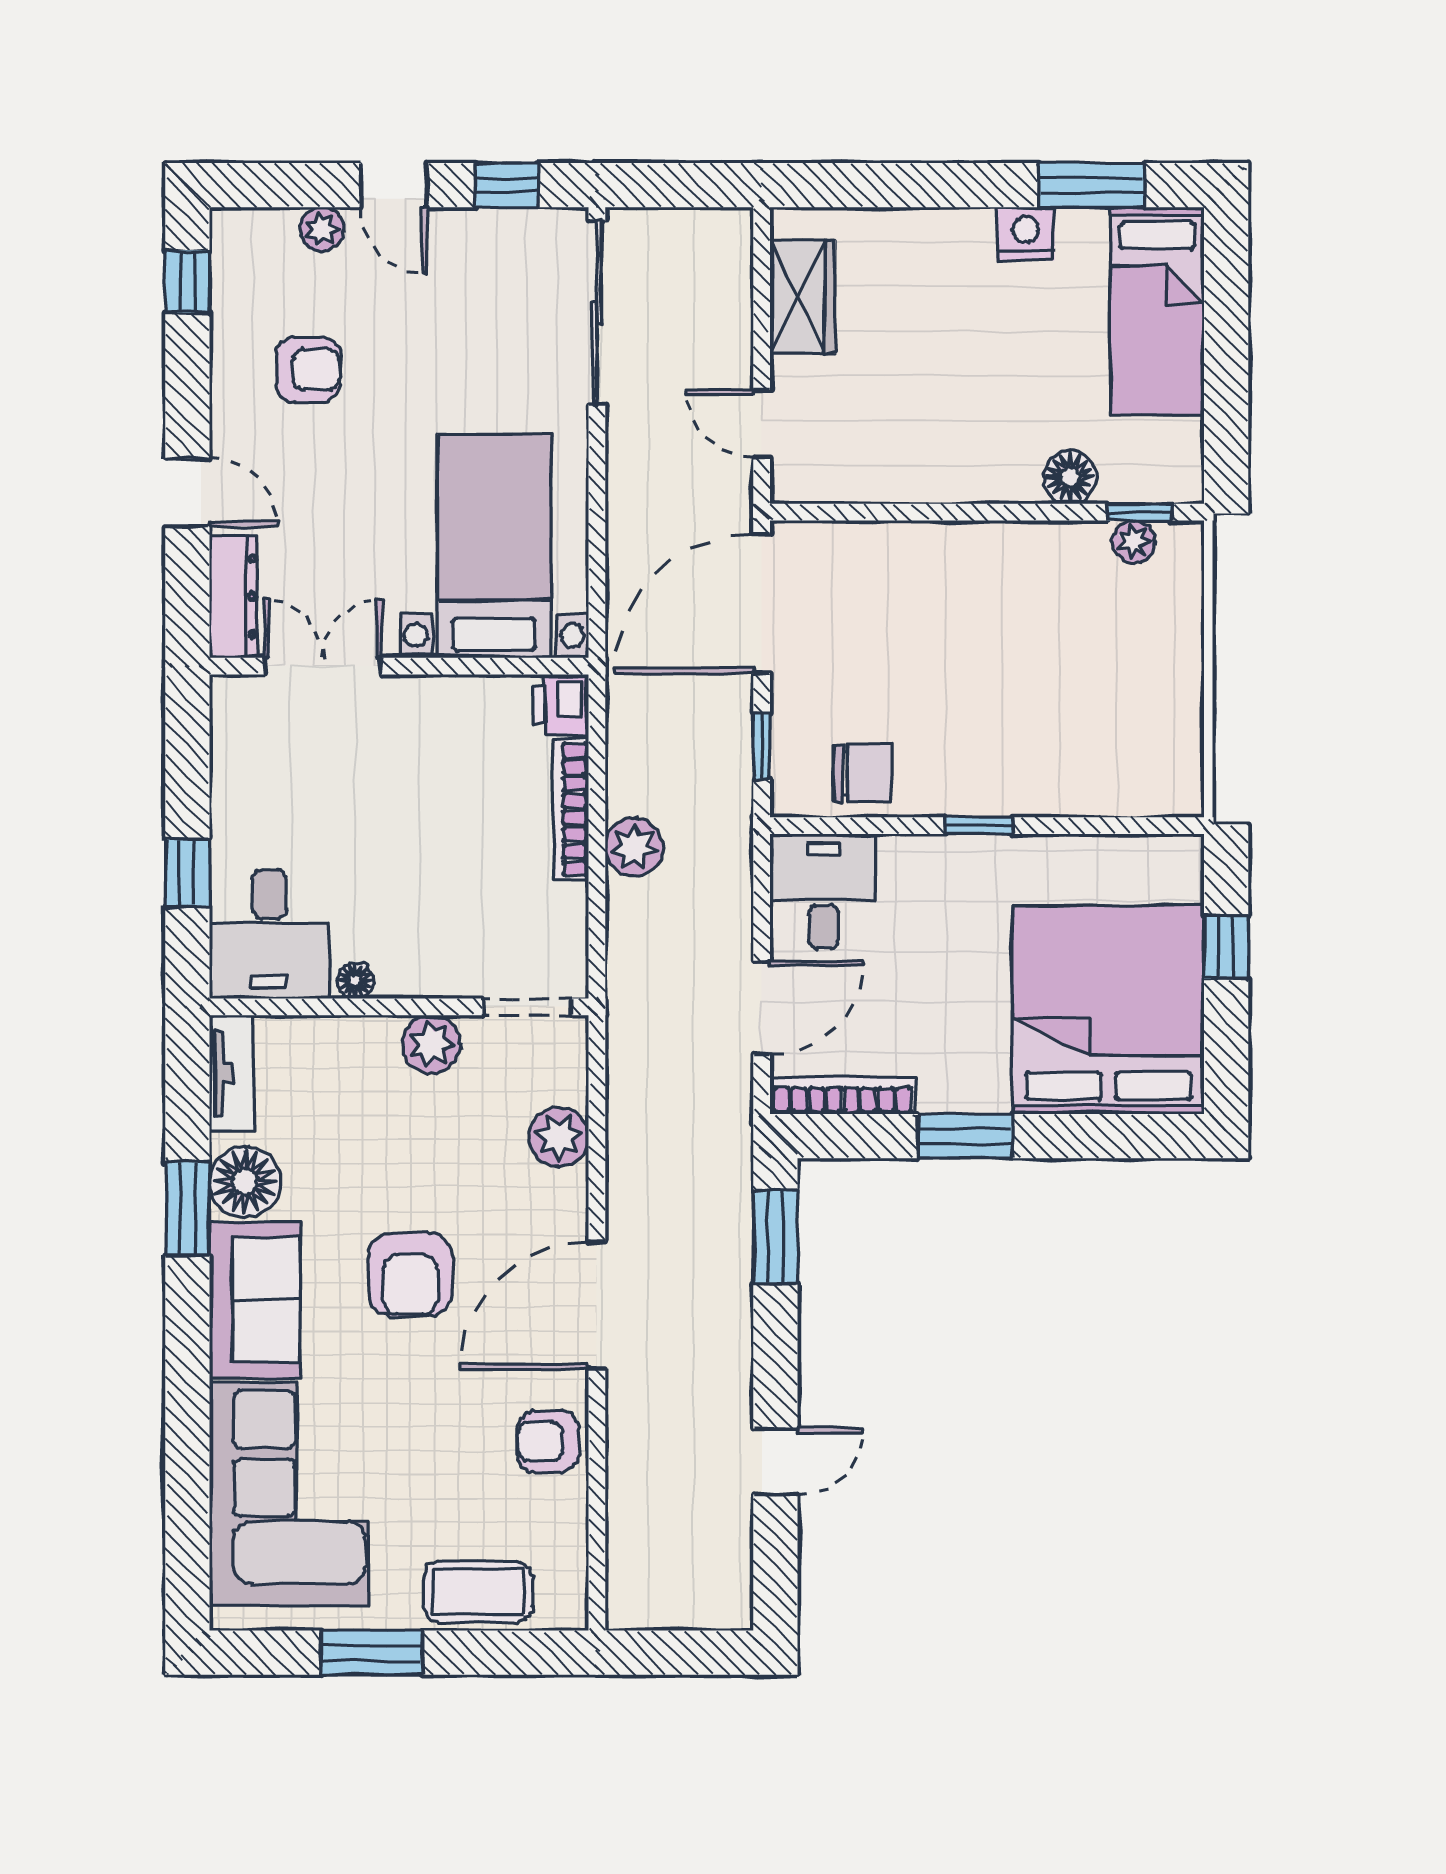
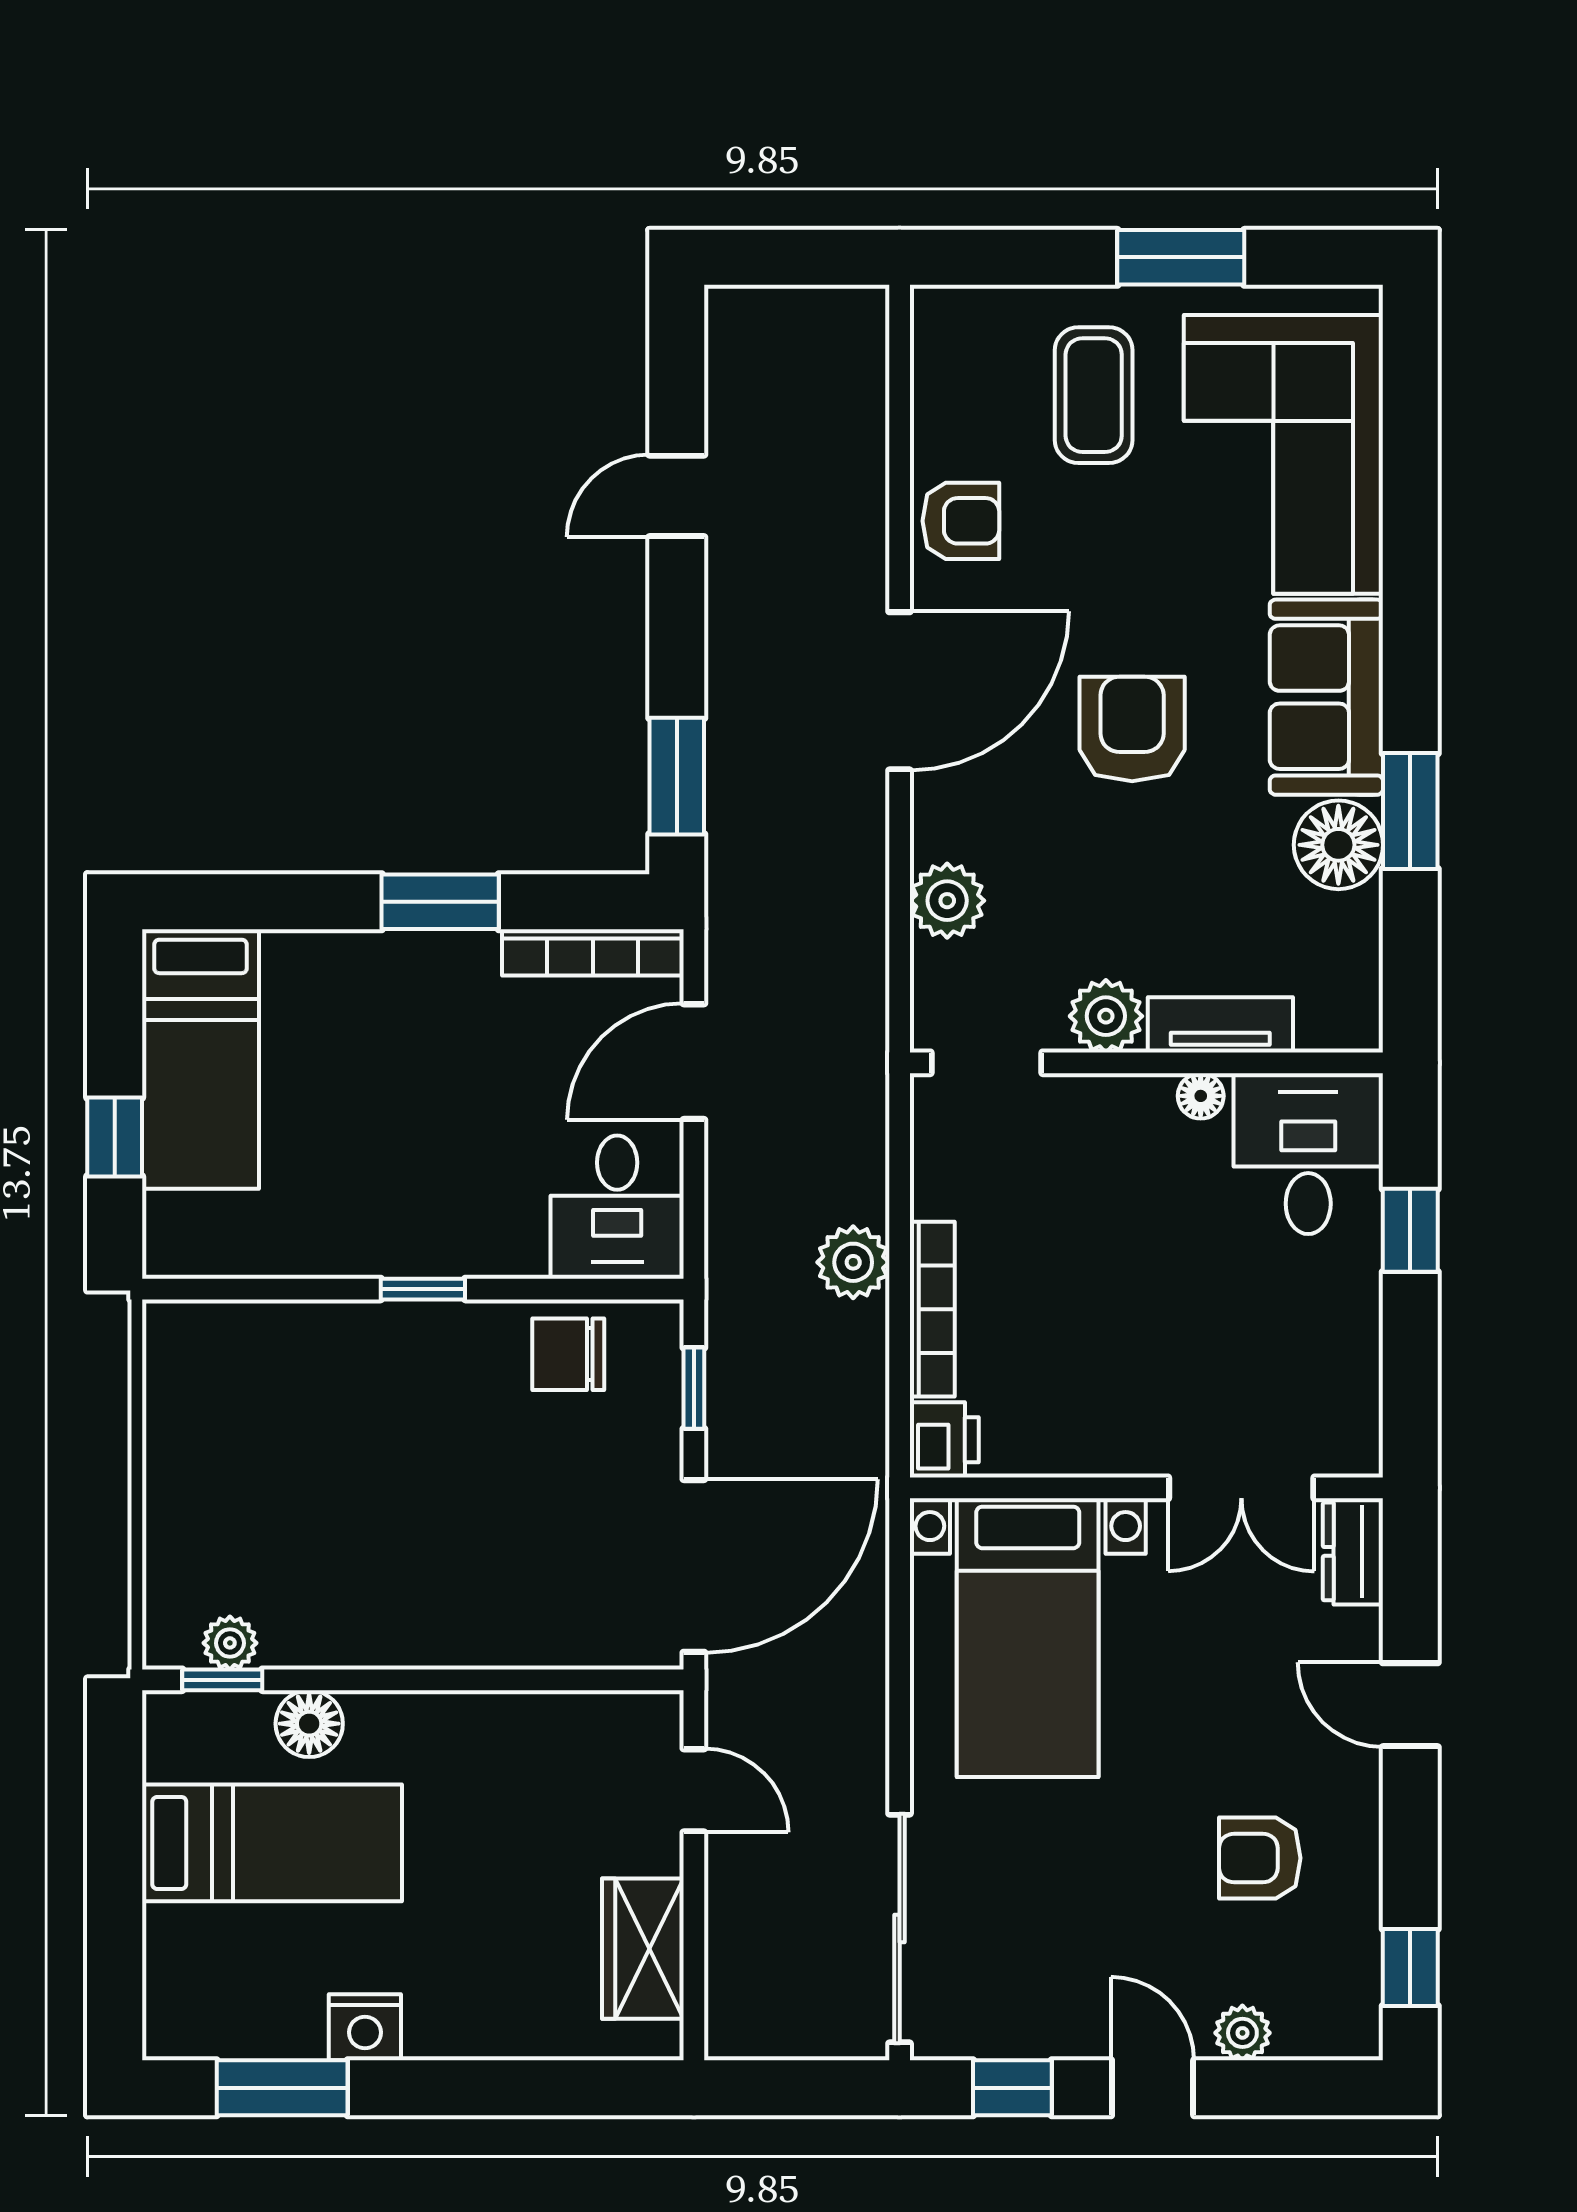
bed: (1157, 311) -> (272, 1843), moved, turned 90
dresser: (233, 596) -> (1353, 1551), width x0.70
bed: (1108, 1010) -> (200, 1059), width x0.49
tv unit: (232, 1073) -> (1220, 1025), moved, turned 90
coffee table: (478, 1592) -> (1094, 395), moved, turned 90

